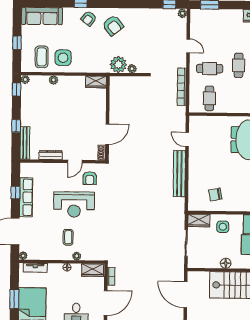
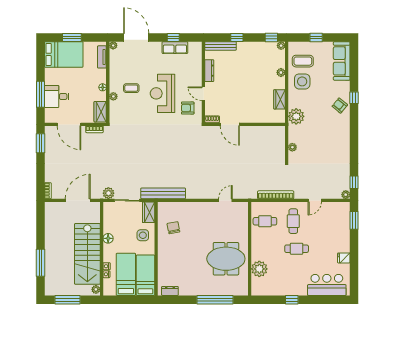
armchair: (113, 26) -> (333, 129), removed
plant: (118, 65) -> (296, 116), moved
wardrobe: (96, 82) -> (280, 99), moved
bench: (179, 174) -> (163, 193), moved
row of seats: (26, 197) -> (175, 48), width x0.68
plant: (178, 262) -> (108, 193), added

